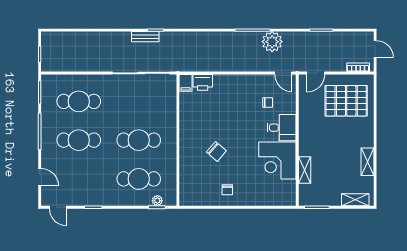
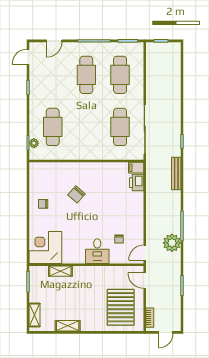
bench: (145, 37) -> (176, 174), moved, width x1.36
cafe table: (139, 140) -> (120, 127), moved
corner desk: (277, 161) -> (45, 247), moved

